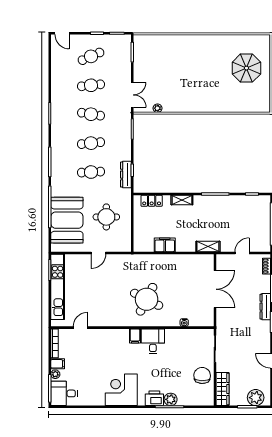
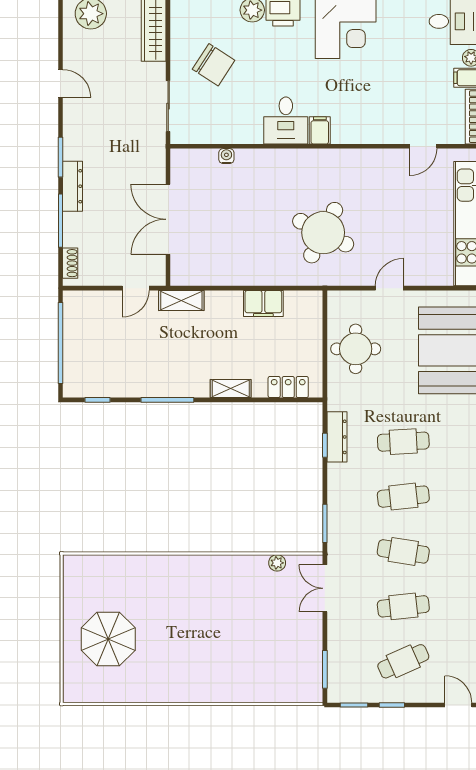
round table: (106, 217) -> (356, 349), moved
door: (242, 253) -> (136, 288), moved
round table: (147, 299) -> (323, 233), moved
chair: (202, 376) -> (214, 65), moved, turned -59

